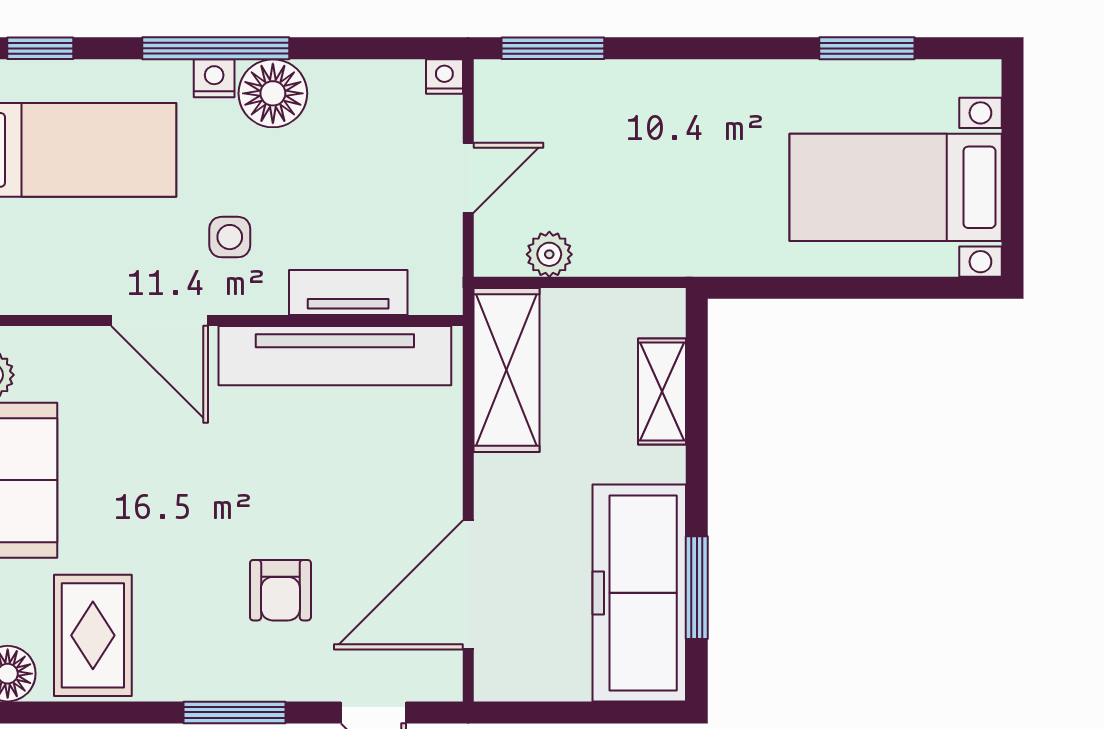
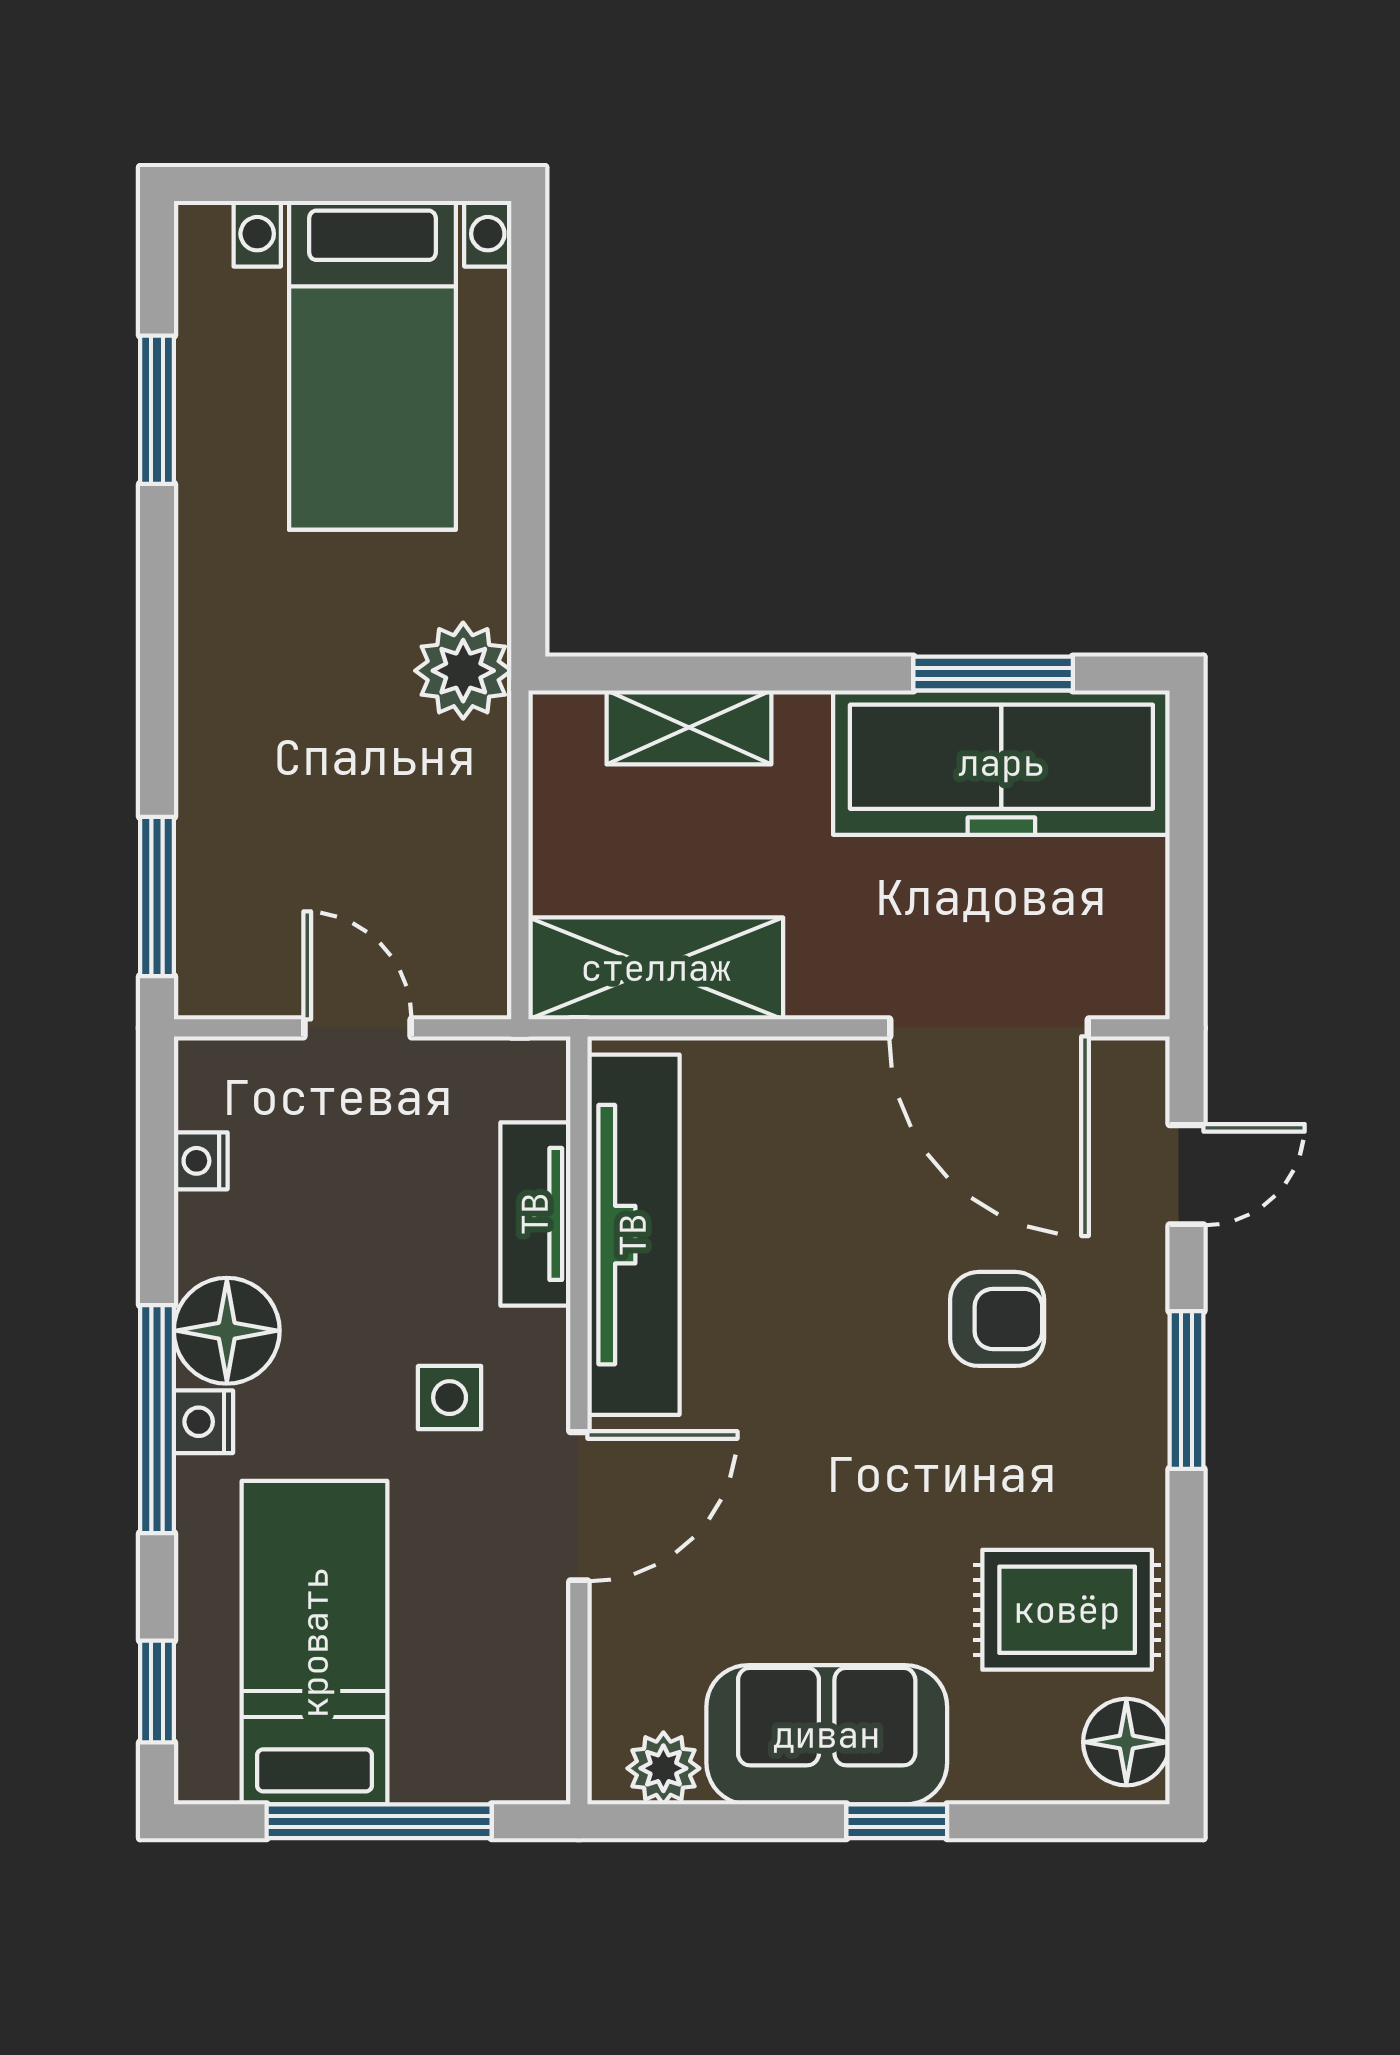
nightstand: (444, 77) -> (201, 1161), moved
plant: (549, 254) -> (463, 671), moved, width x1.38, depth x1.38

